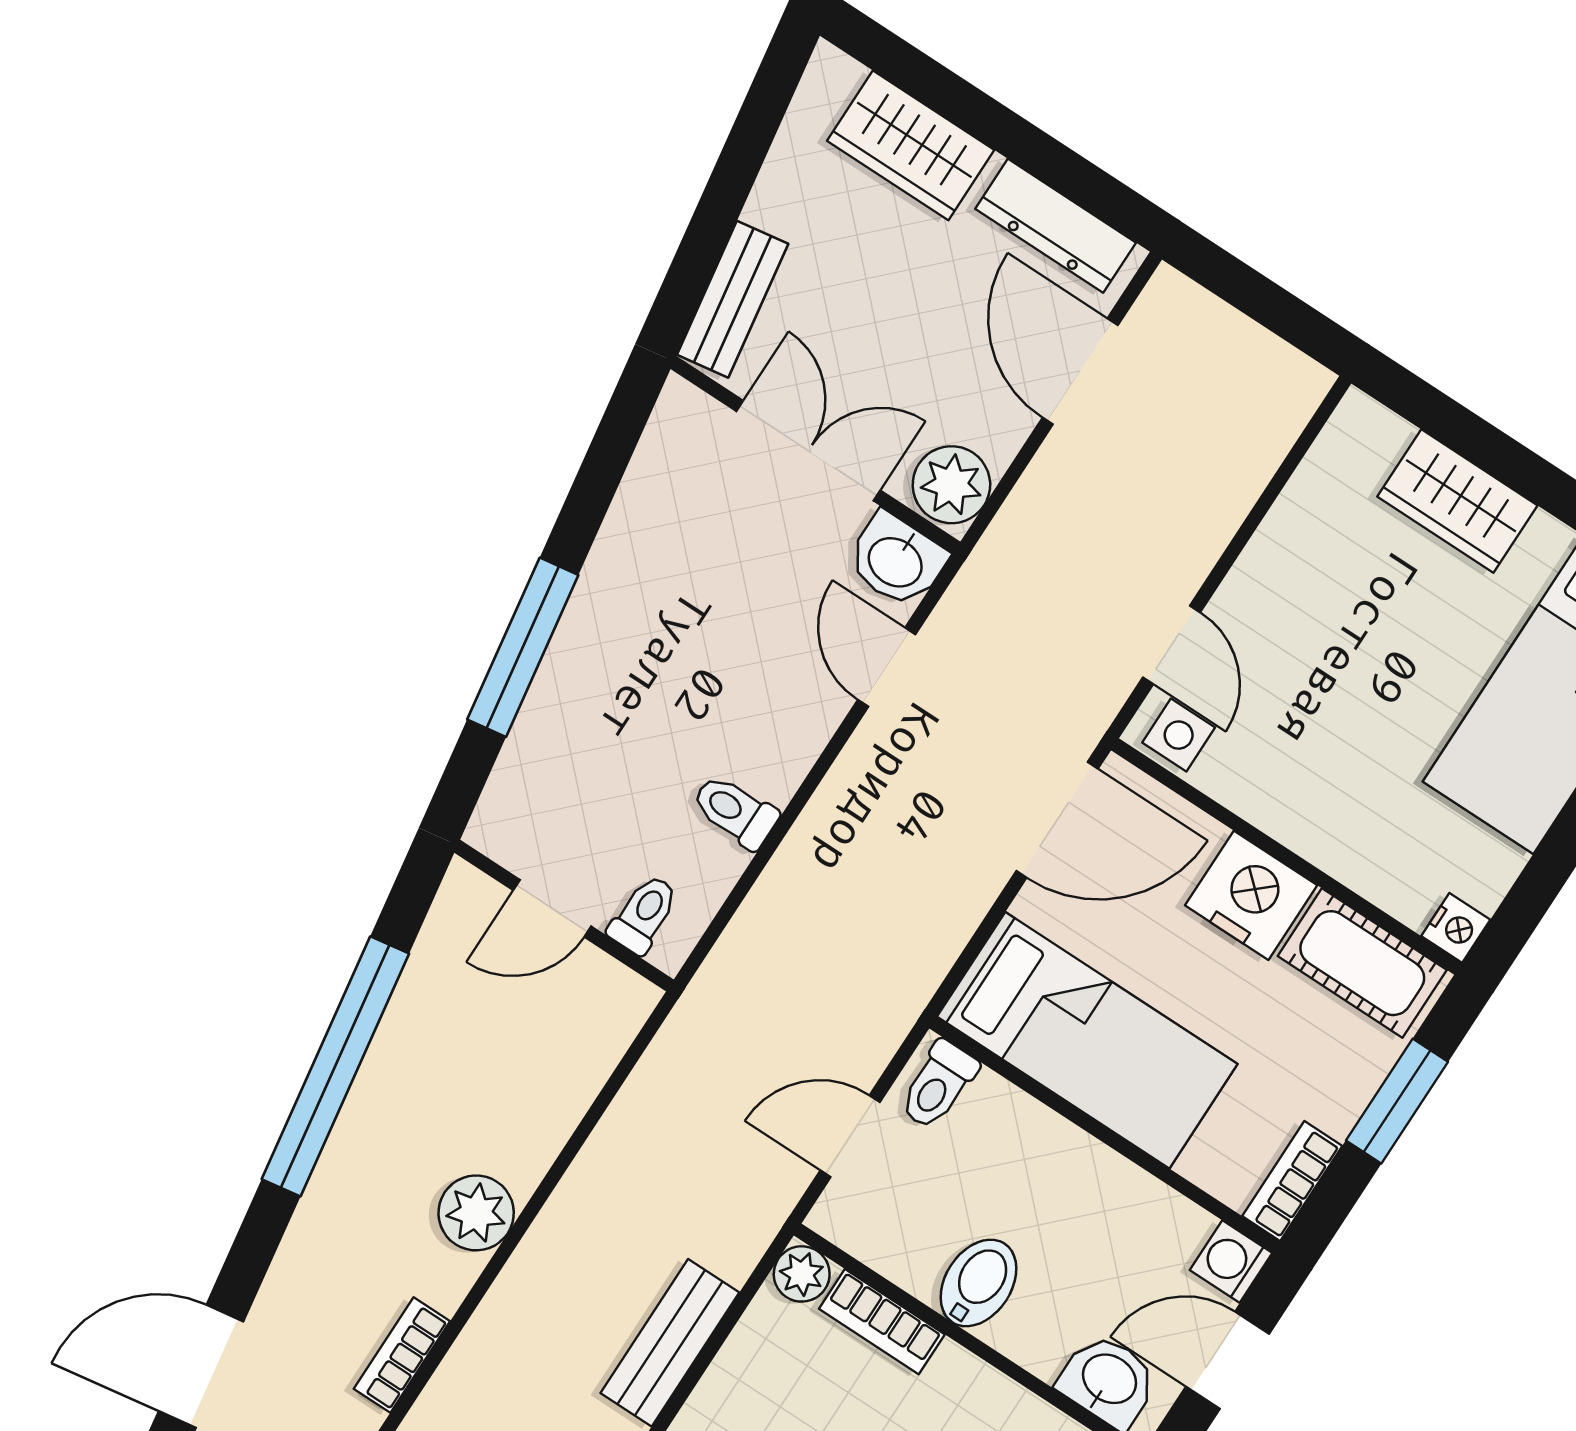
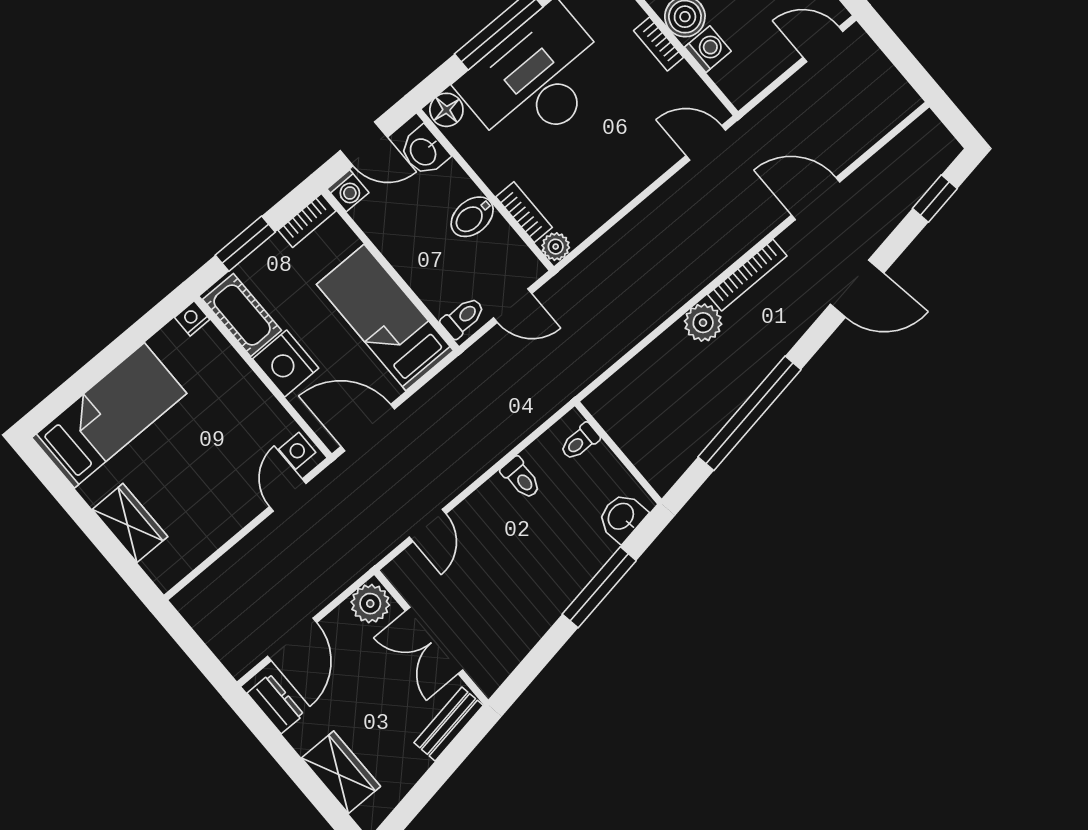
dresser: (1056, 226) -> (276, 704), width x0.70
washbasin: (896, 560) -> (622, 517), moved, turned -99
door: (552, 908) -> (623, 458), removed
bench: (670, 1343) -> (629, 232), removed
bookcase: (402, 1355) -> (747, 275), width x1.56

